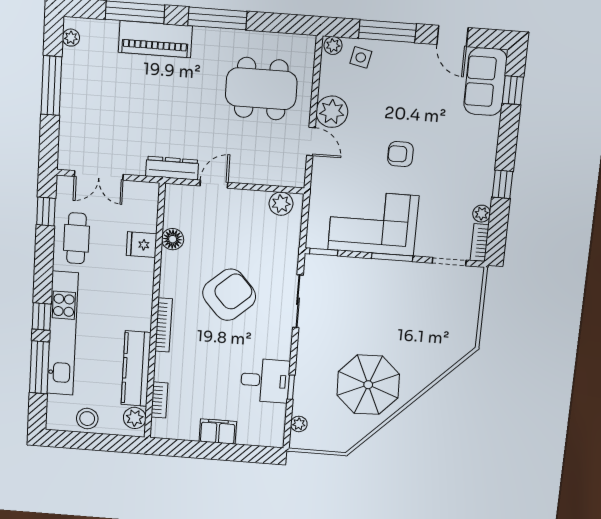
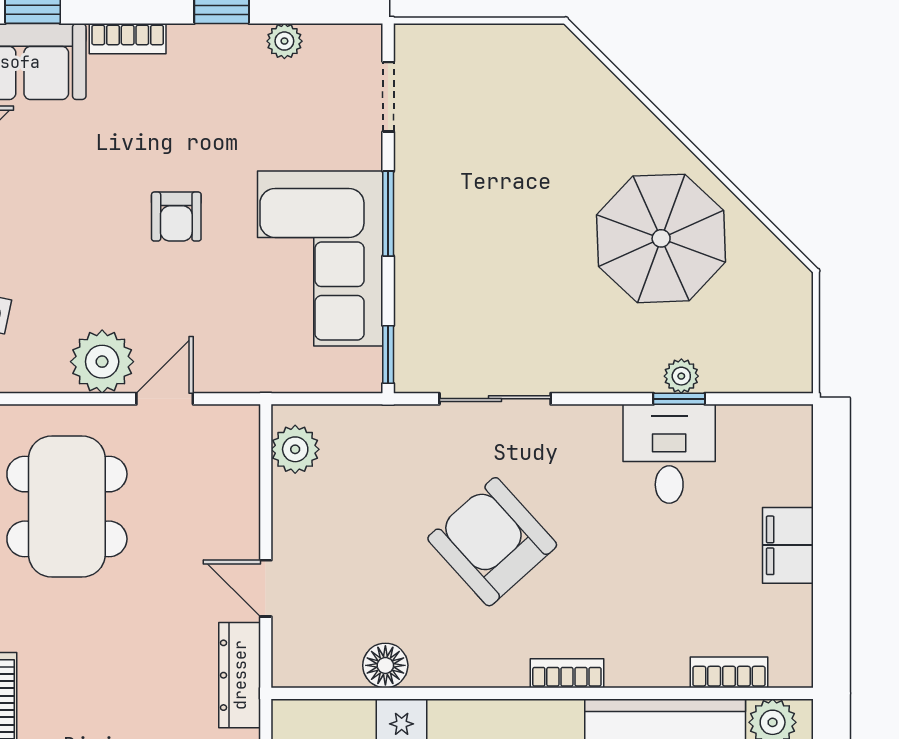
bookcase: (480, 243) -> (128, 39), moved
bookcase: (164, 325) -> (567, 673), width x0.64
plant: (299, 424) -> (681, 376), moved

